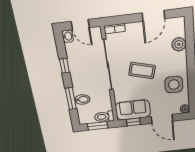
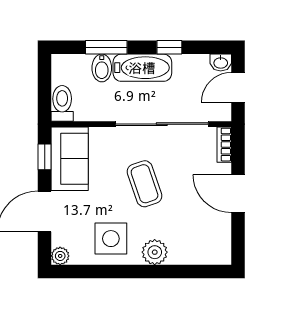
door: (153, 16) -> (238, 194), moved
plant: (179, 44) -> (155, 252), moved
coffee table: (142, 70) -> (145, 184), turned -34
bathtub: (78, 79) -> (142, 68), added
window: (98, 126) -> (45, 88), removed

